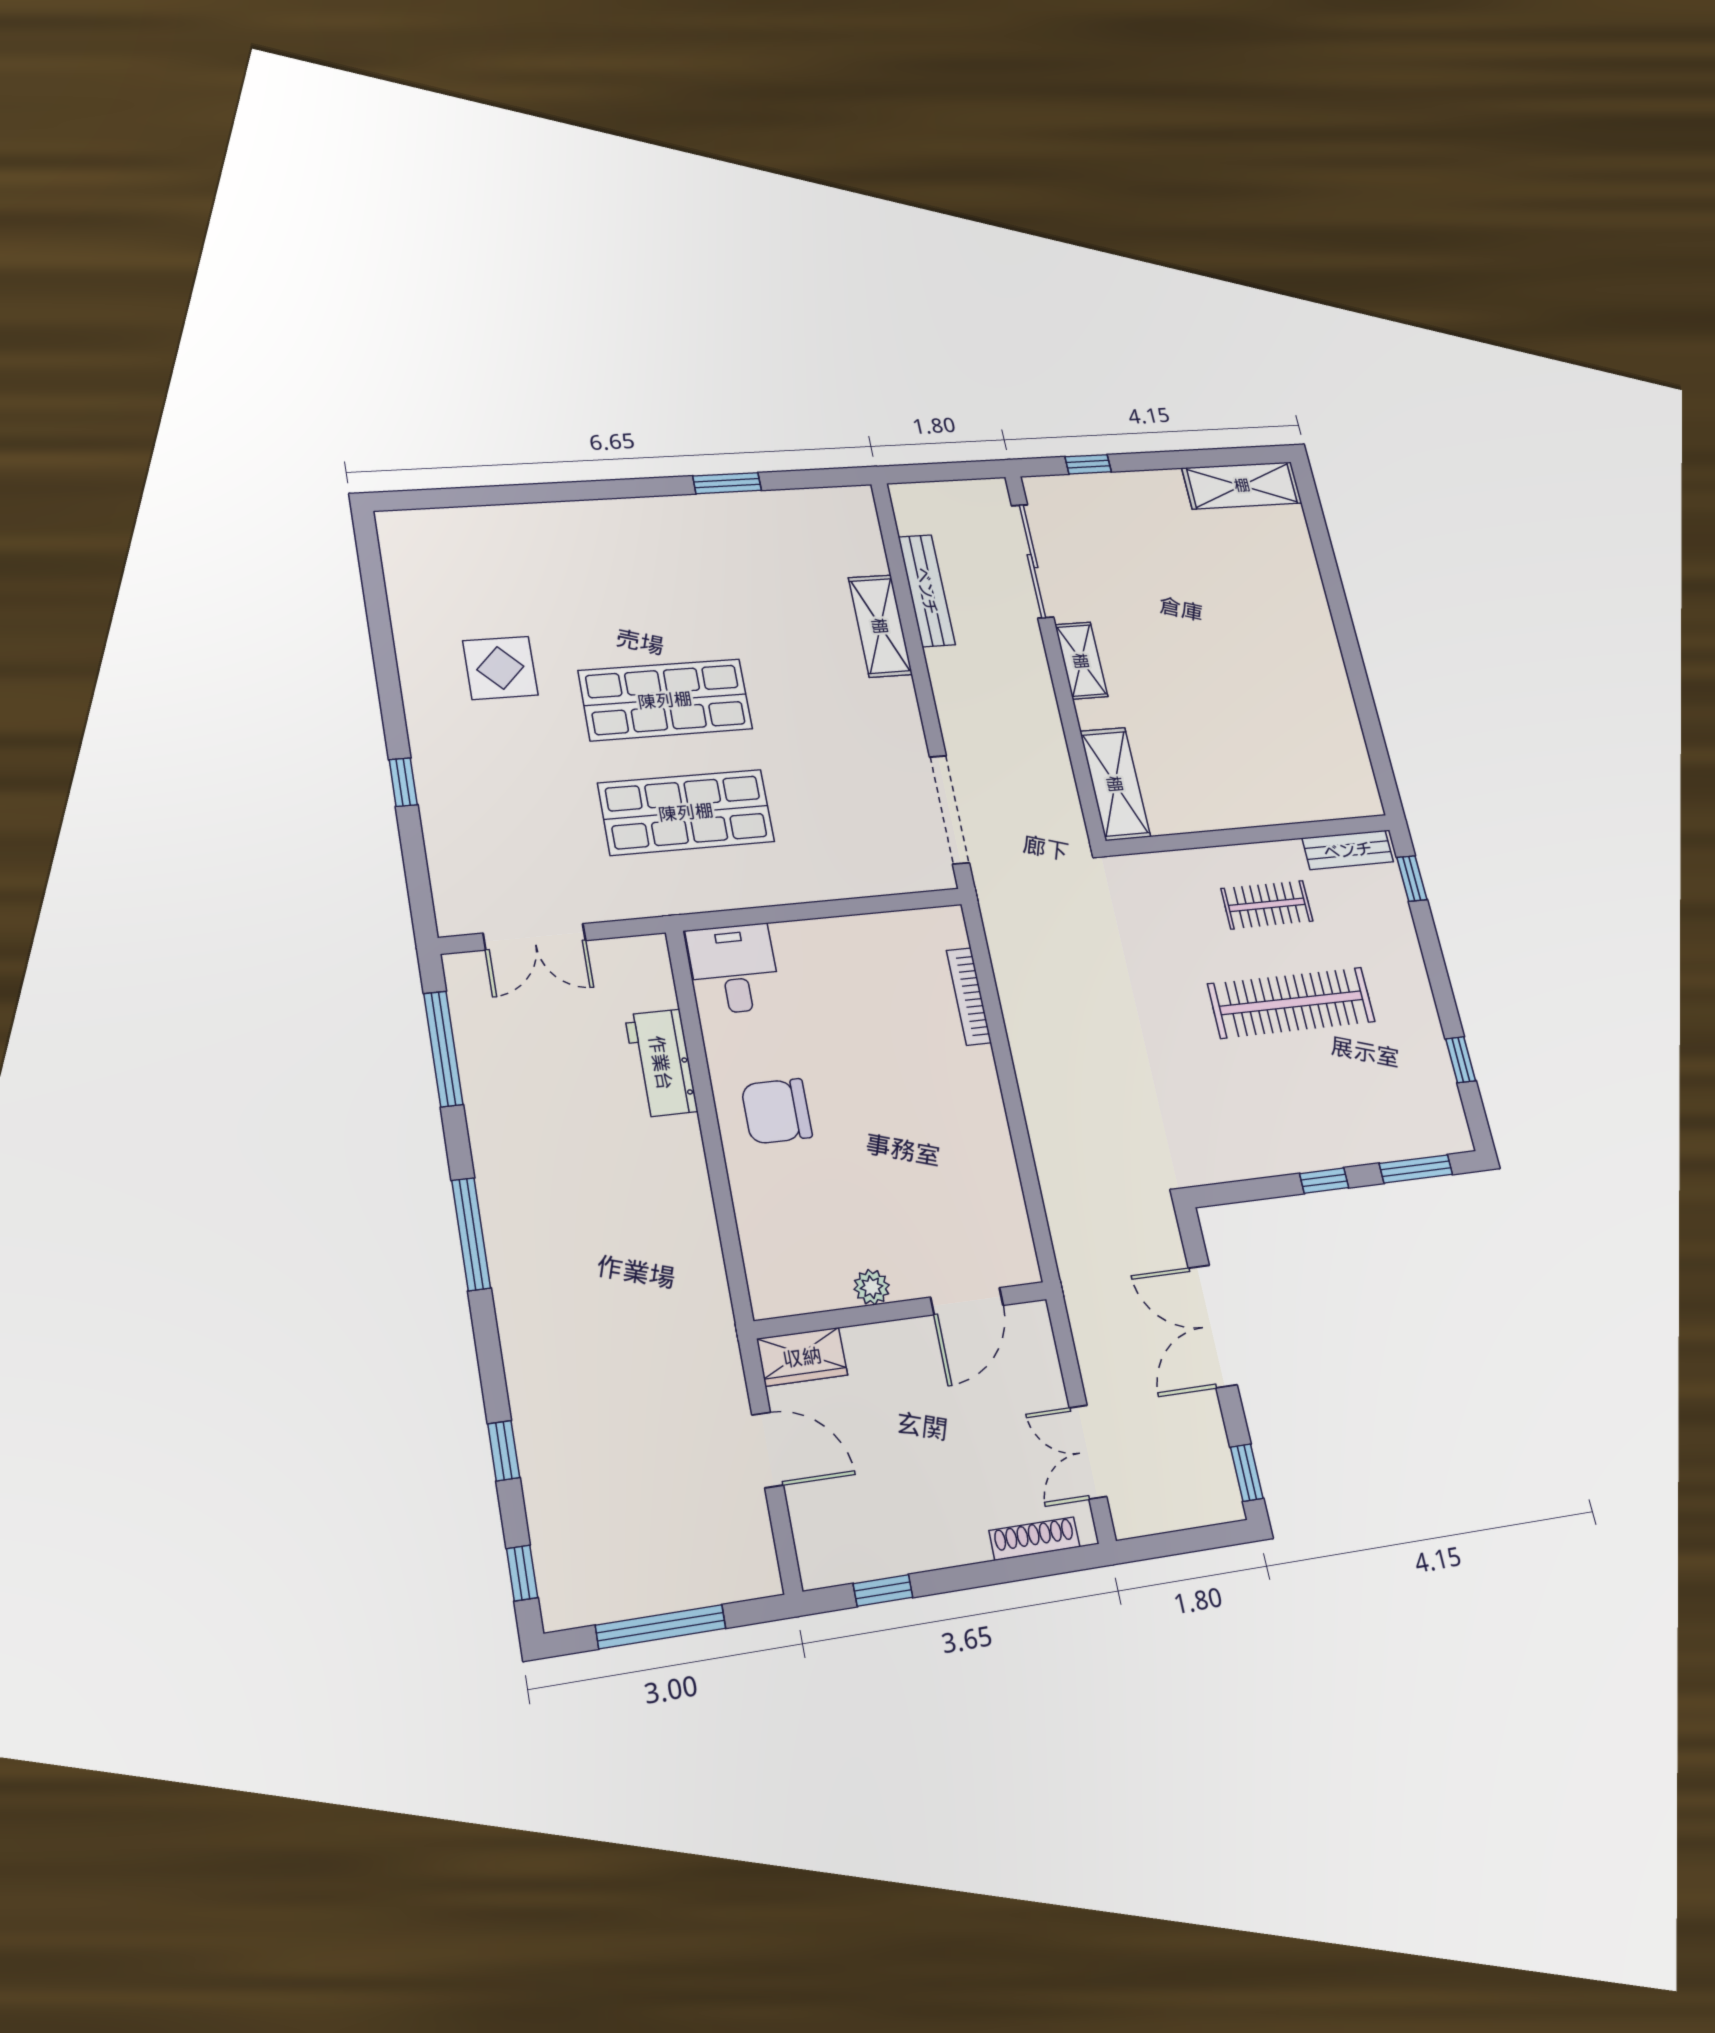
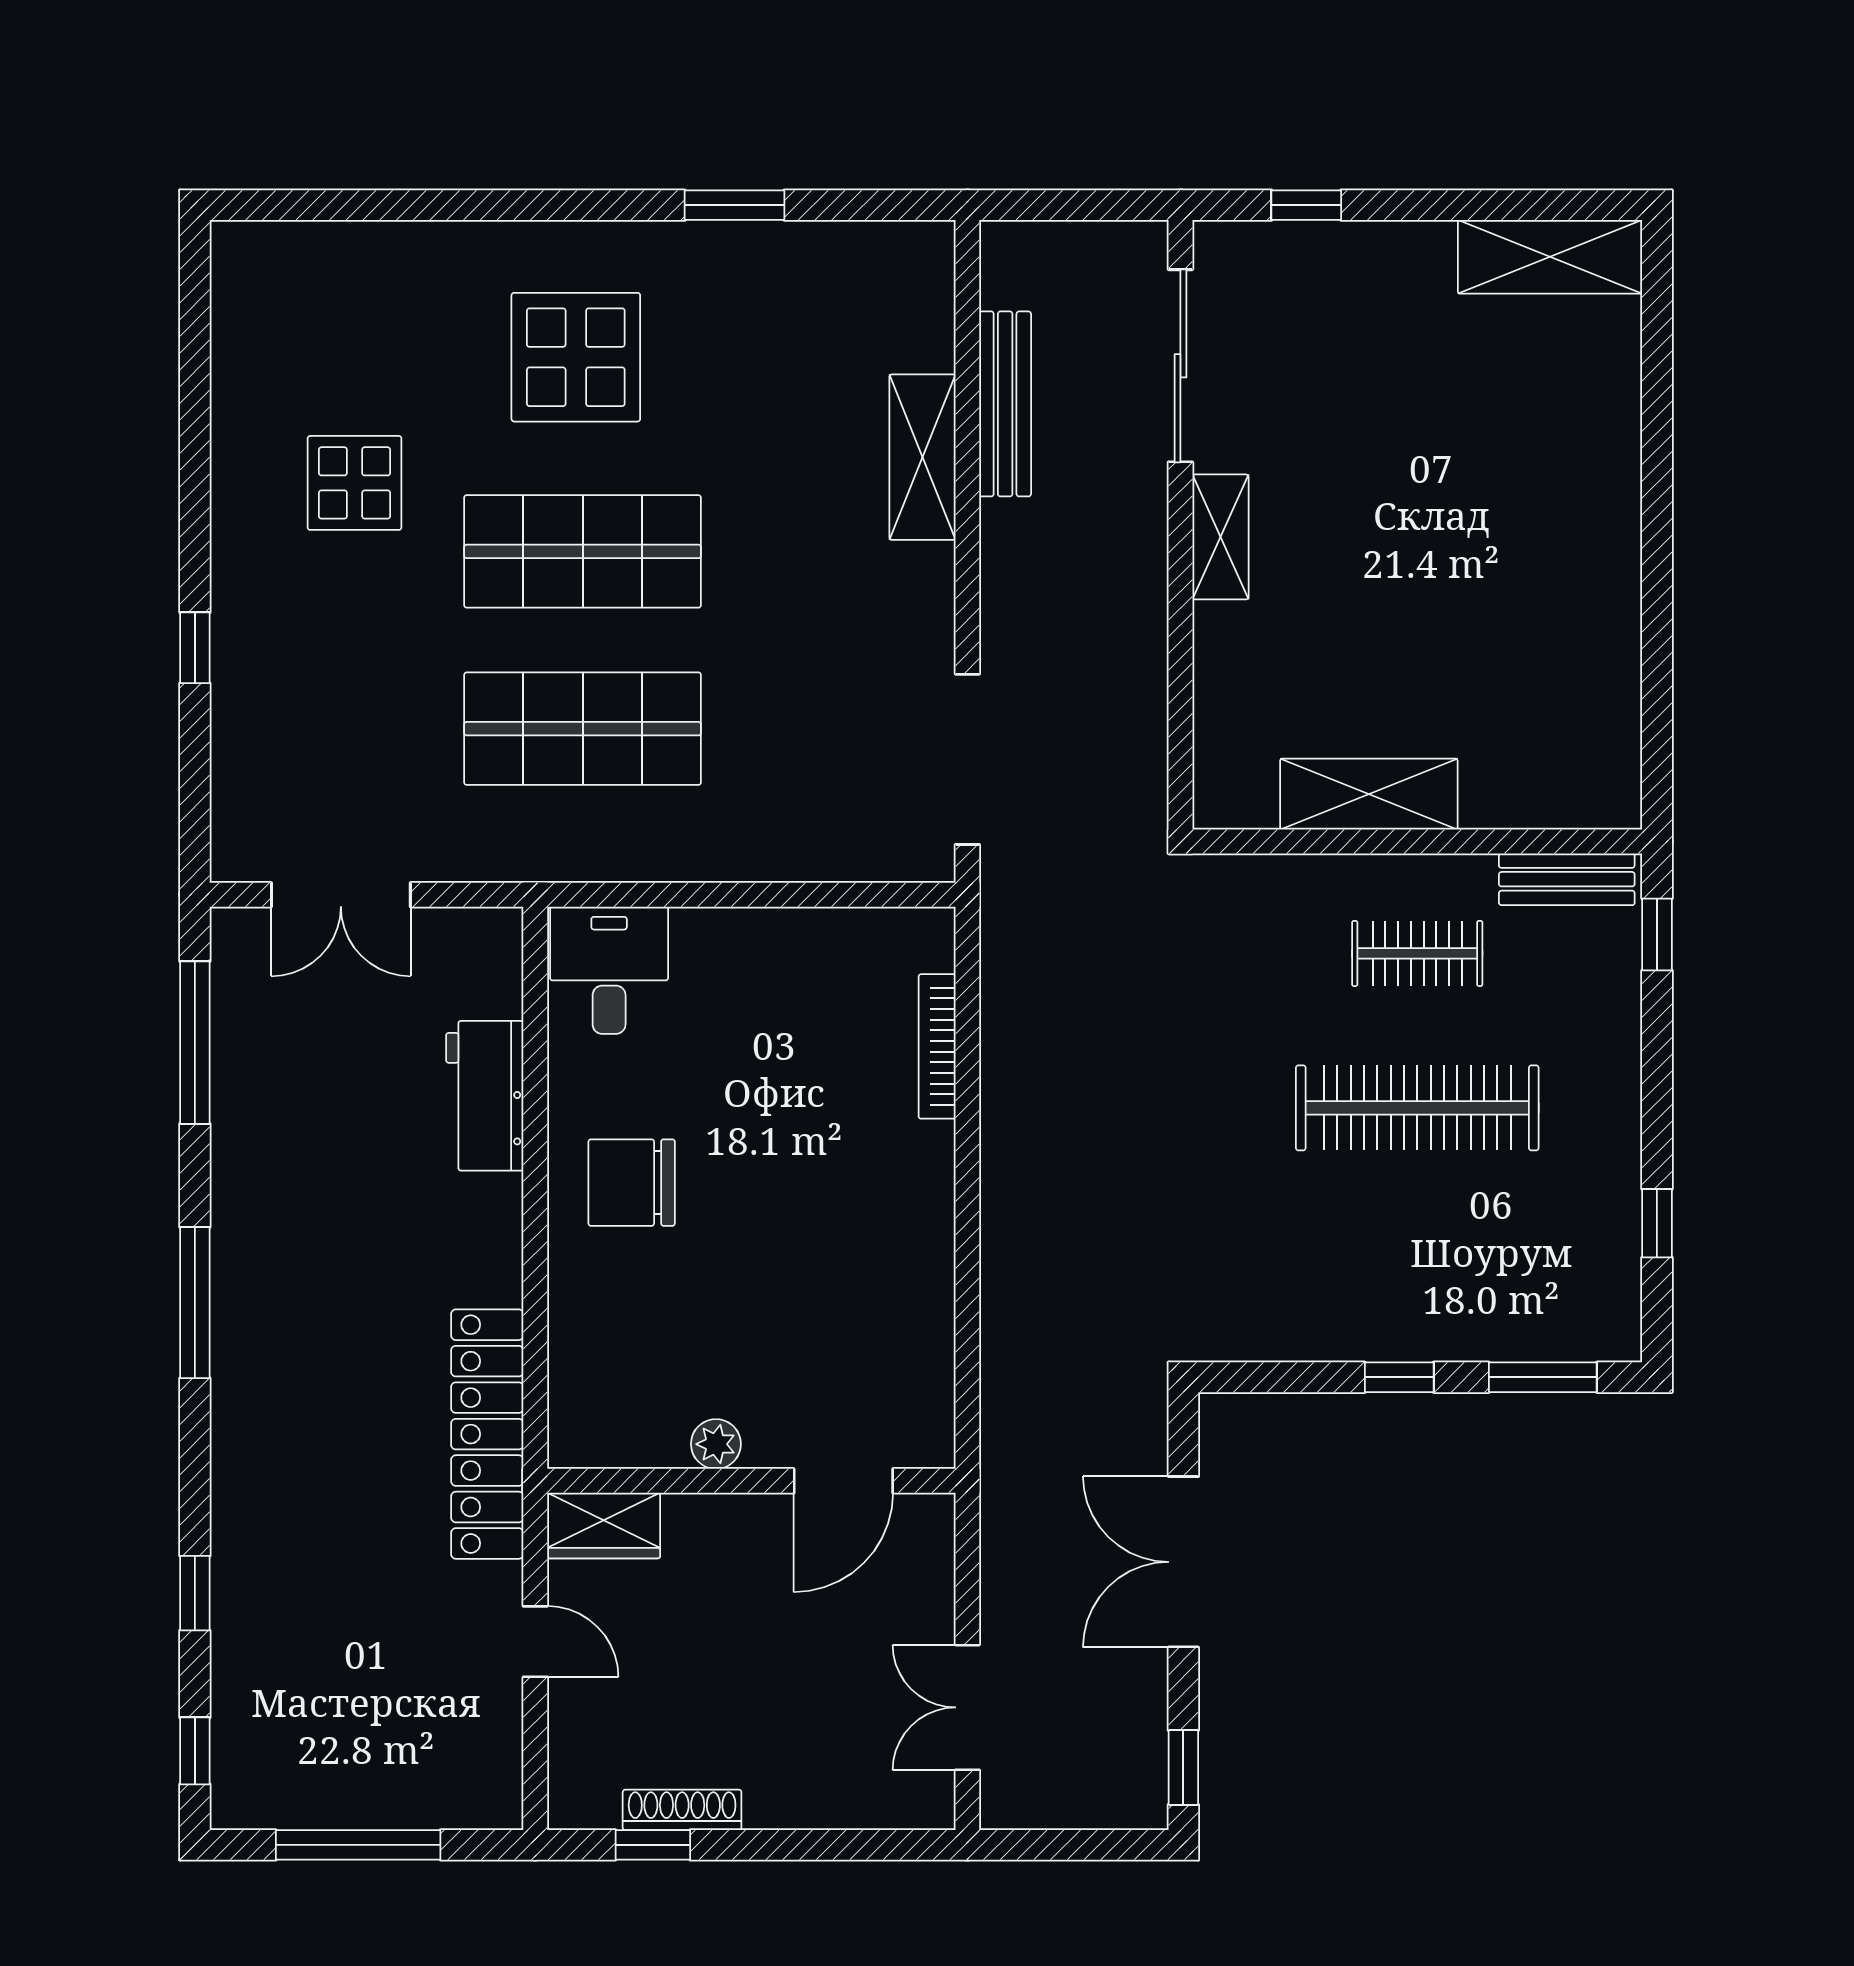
display table: (639, 580) -> (576, 357), added
shelving: (1115, 784) -> (1369, 794), moved, turned 90
locker: (705, 1302) -> (487, 1434), added
door: (768, 1450) -> (535, 1642), width x0.73
shoe rack: (1034, 1539) -> (682, 1810), moved

